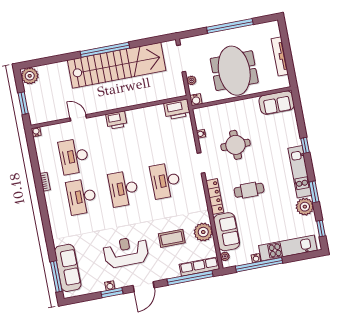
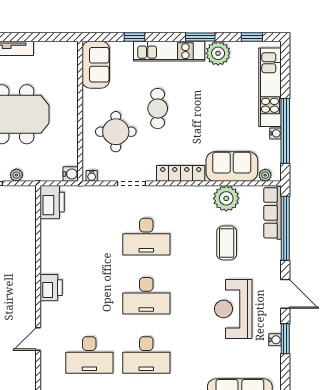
wall: (242, 98) -> (80, 111), moved
water cooler: (196, 100) -> (71, 174), moved
sofa: (277, 103) -> (96, 65), moved
cafe table: (249, 190) -> (158, 109), moved

